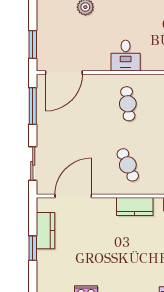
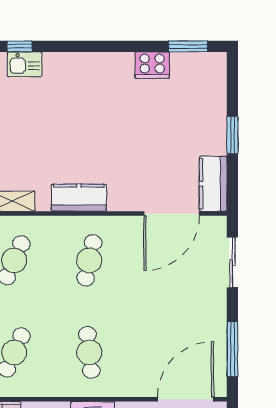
cafe table: (128, 165) -> (89, 260), turned 36
kitchen counter: (46, 231) -> (213, 184), moved

